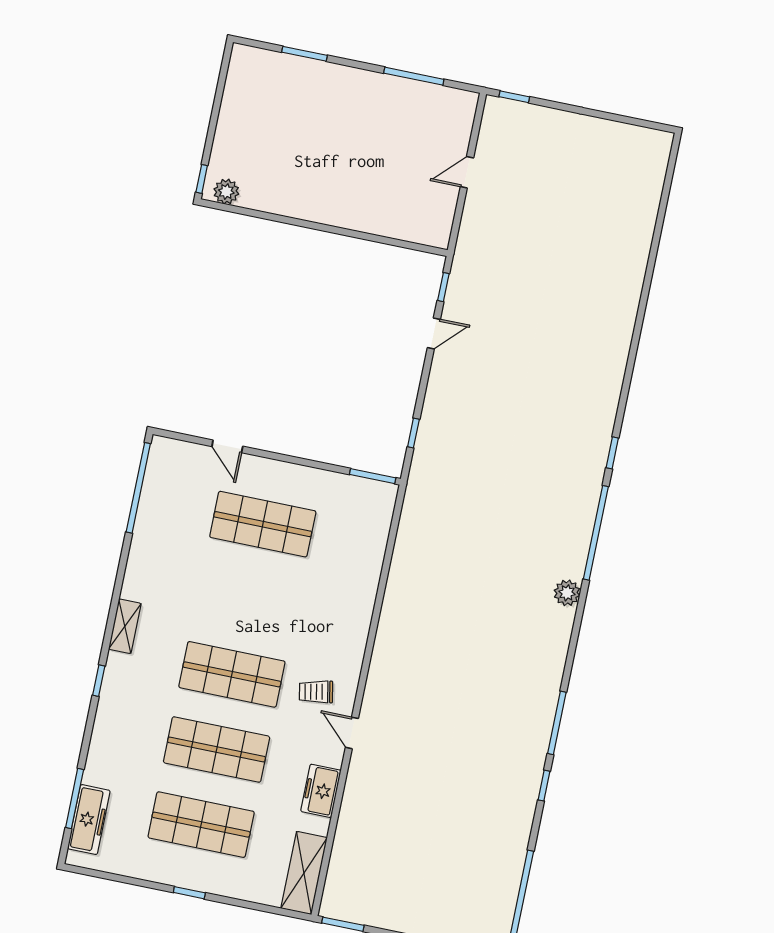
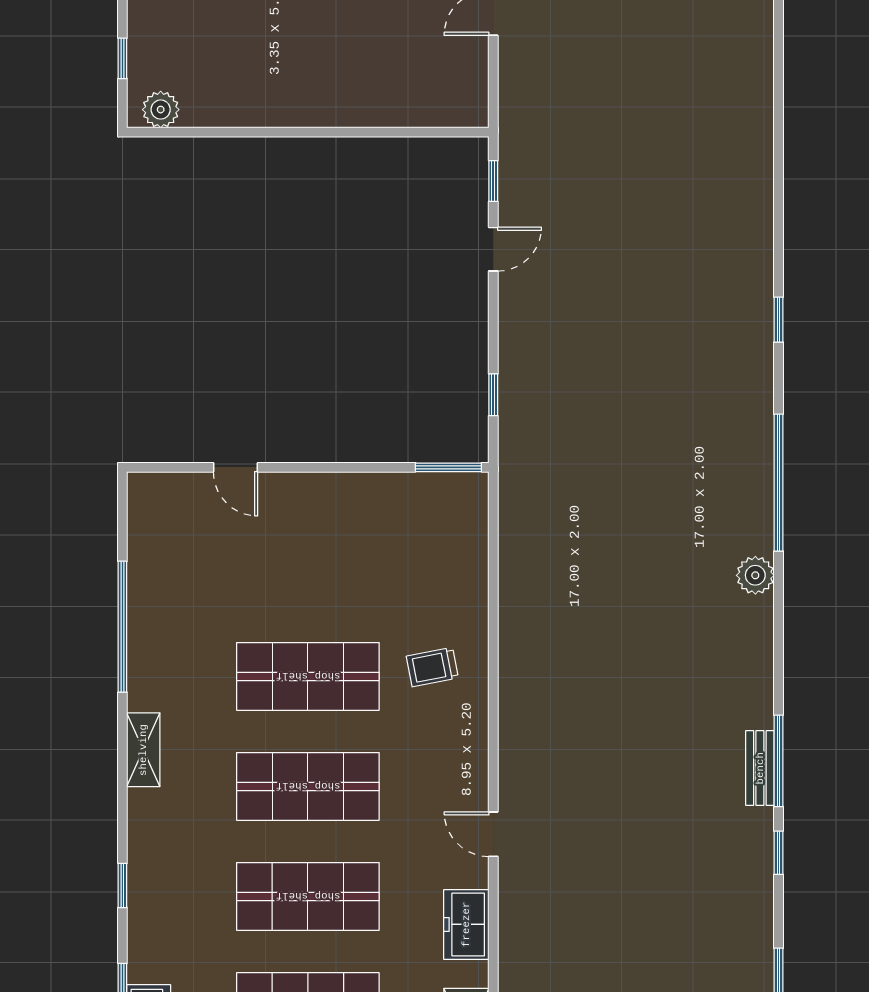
window: (202, 179) -> (122, 58), moved
window: (612, 453) -> (779, 320), moved
window: (138, 488) -> (122, 627), moved
shop shelf: (263, 524) -> (308, 676), moved
window: (99, 681) -> (122, 885), moved
trolley: (316, 692) -> (432, 667), moved
bench: (543, 725) -> (760, 768), added

